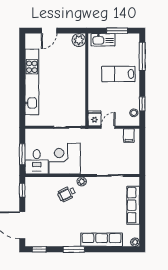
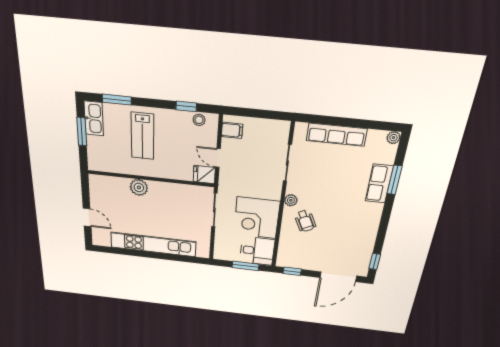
plant: (79, 40) -> (139, 187), moved
kitchen sink: (103, 40) -> (94, 119), moved
window: (142, 56) -> (117, 100), width x0.69
row of seats: (102, 240) -> (379, 184), width x0.68
window: (74, 249) -> (395, 180), moved

